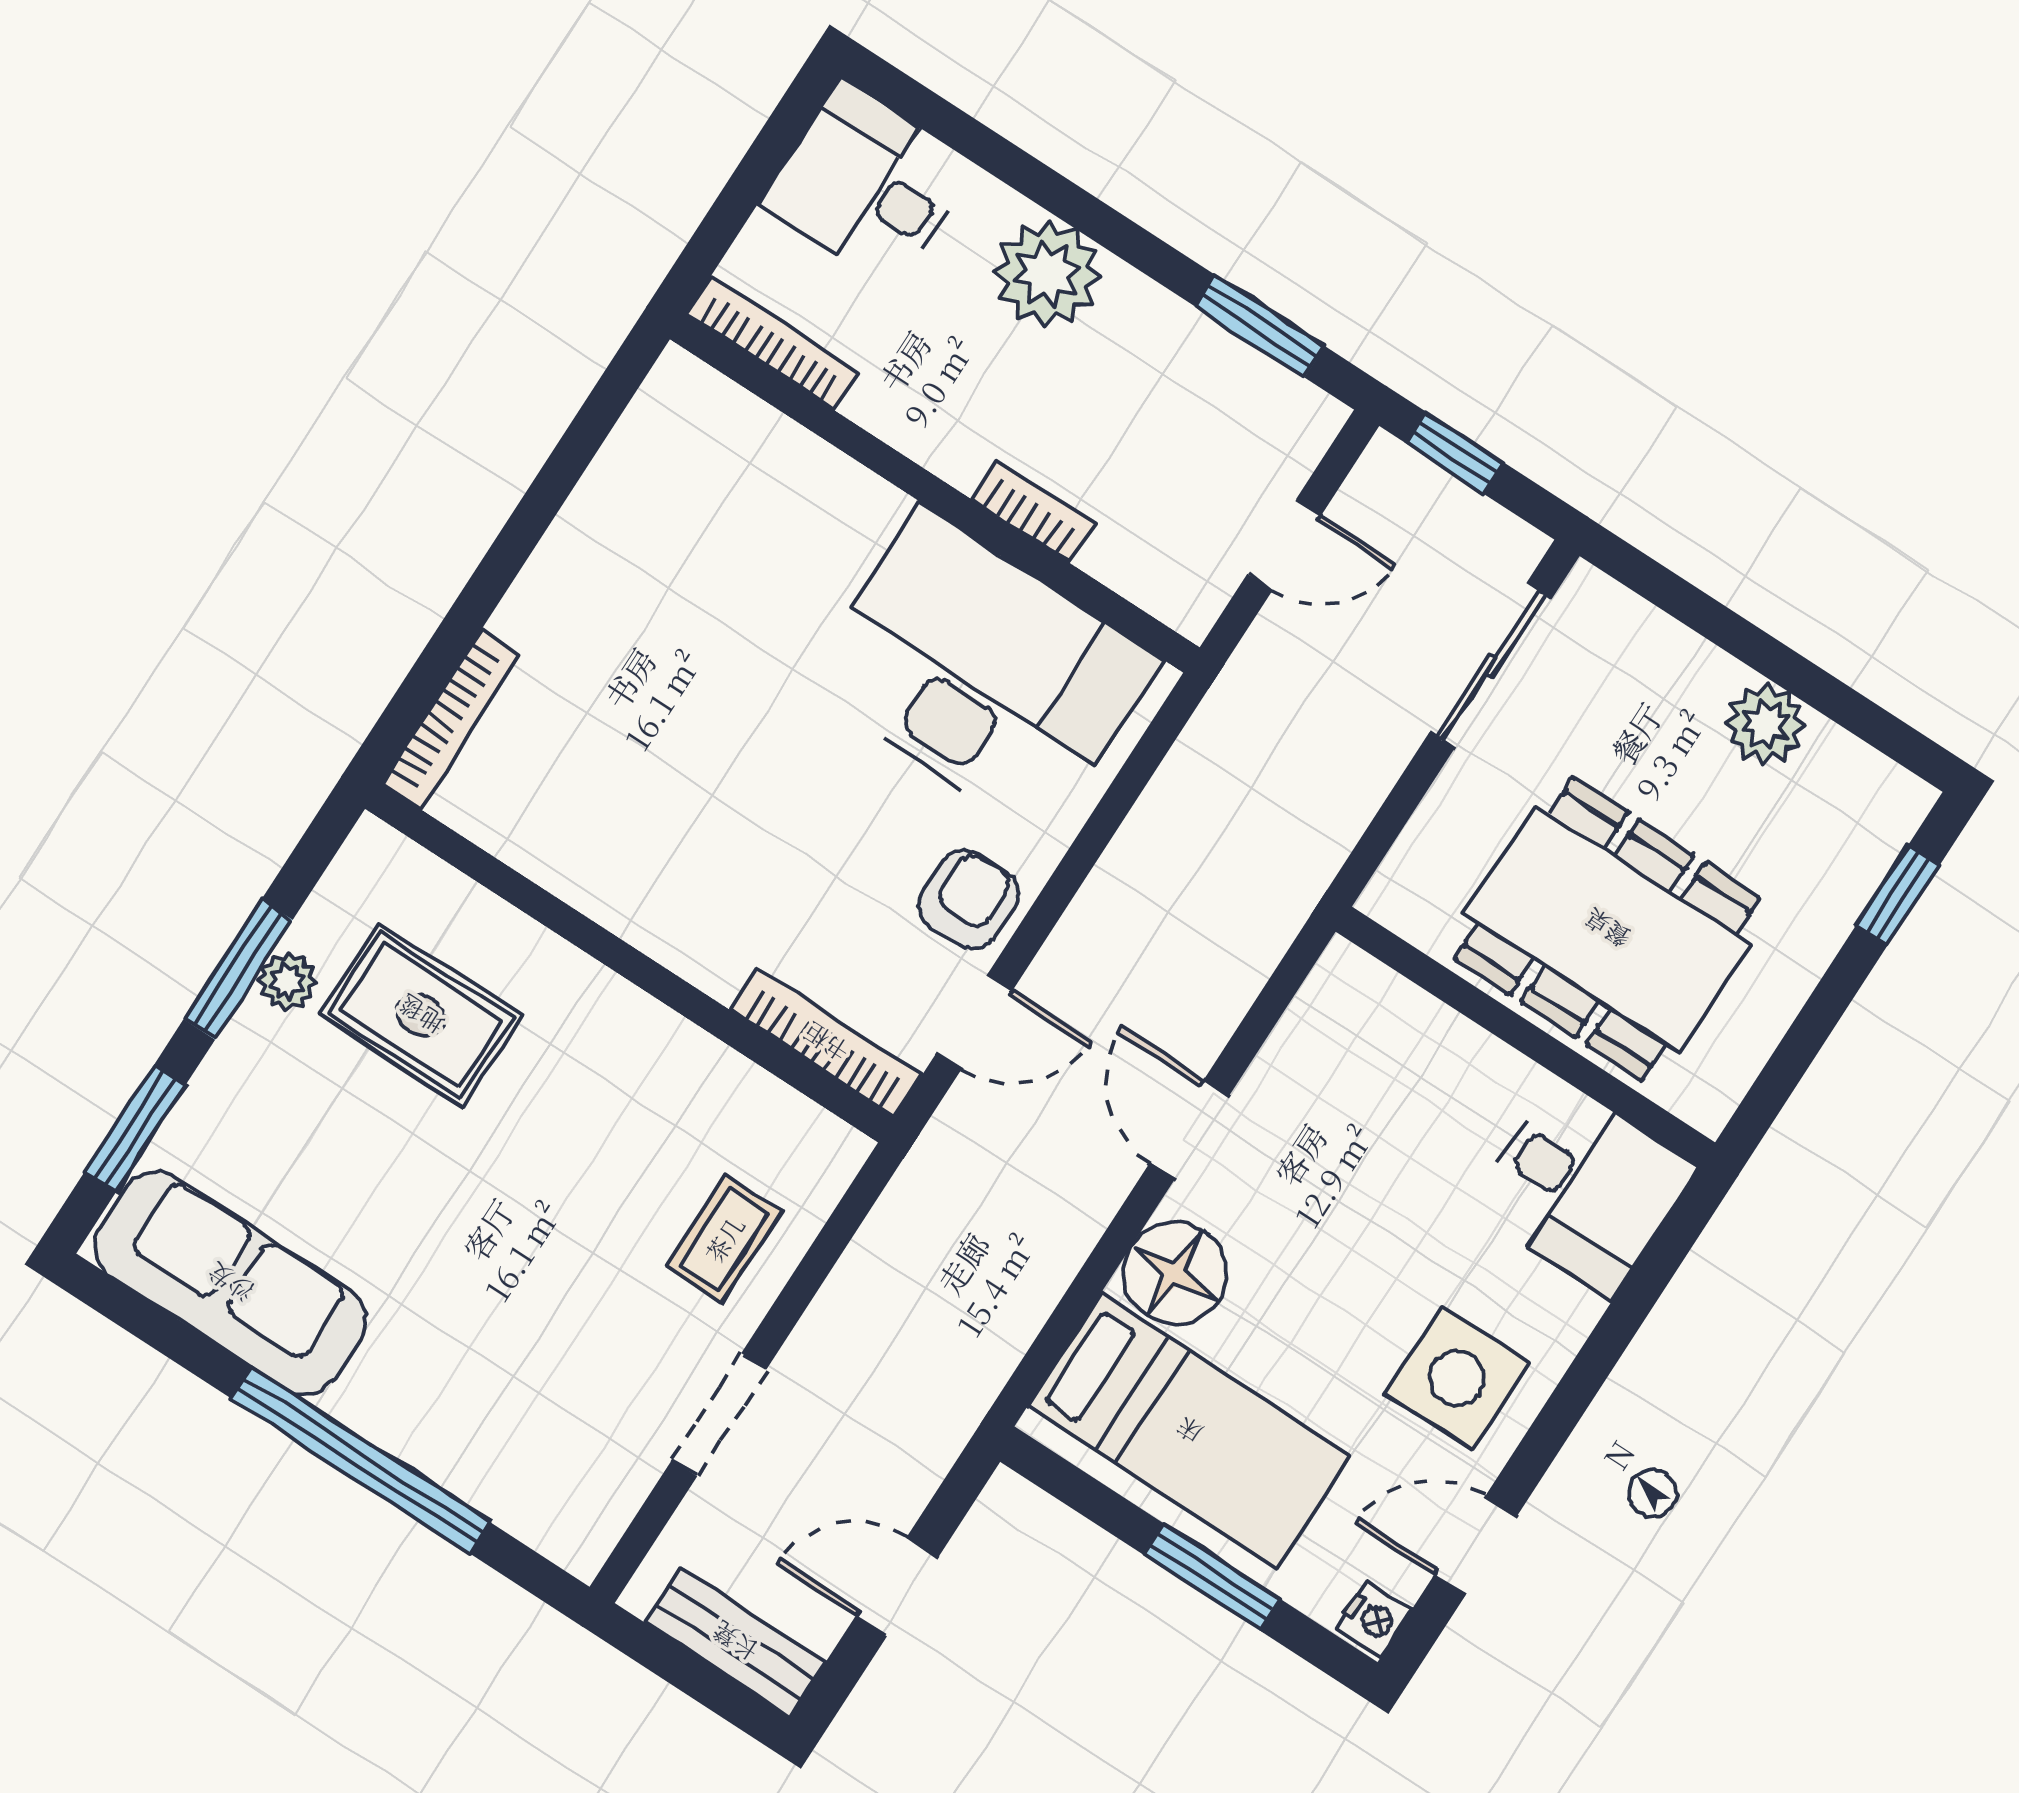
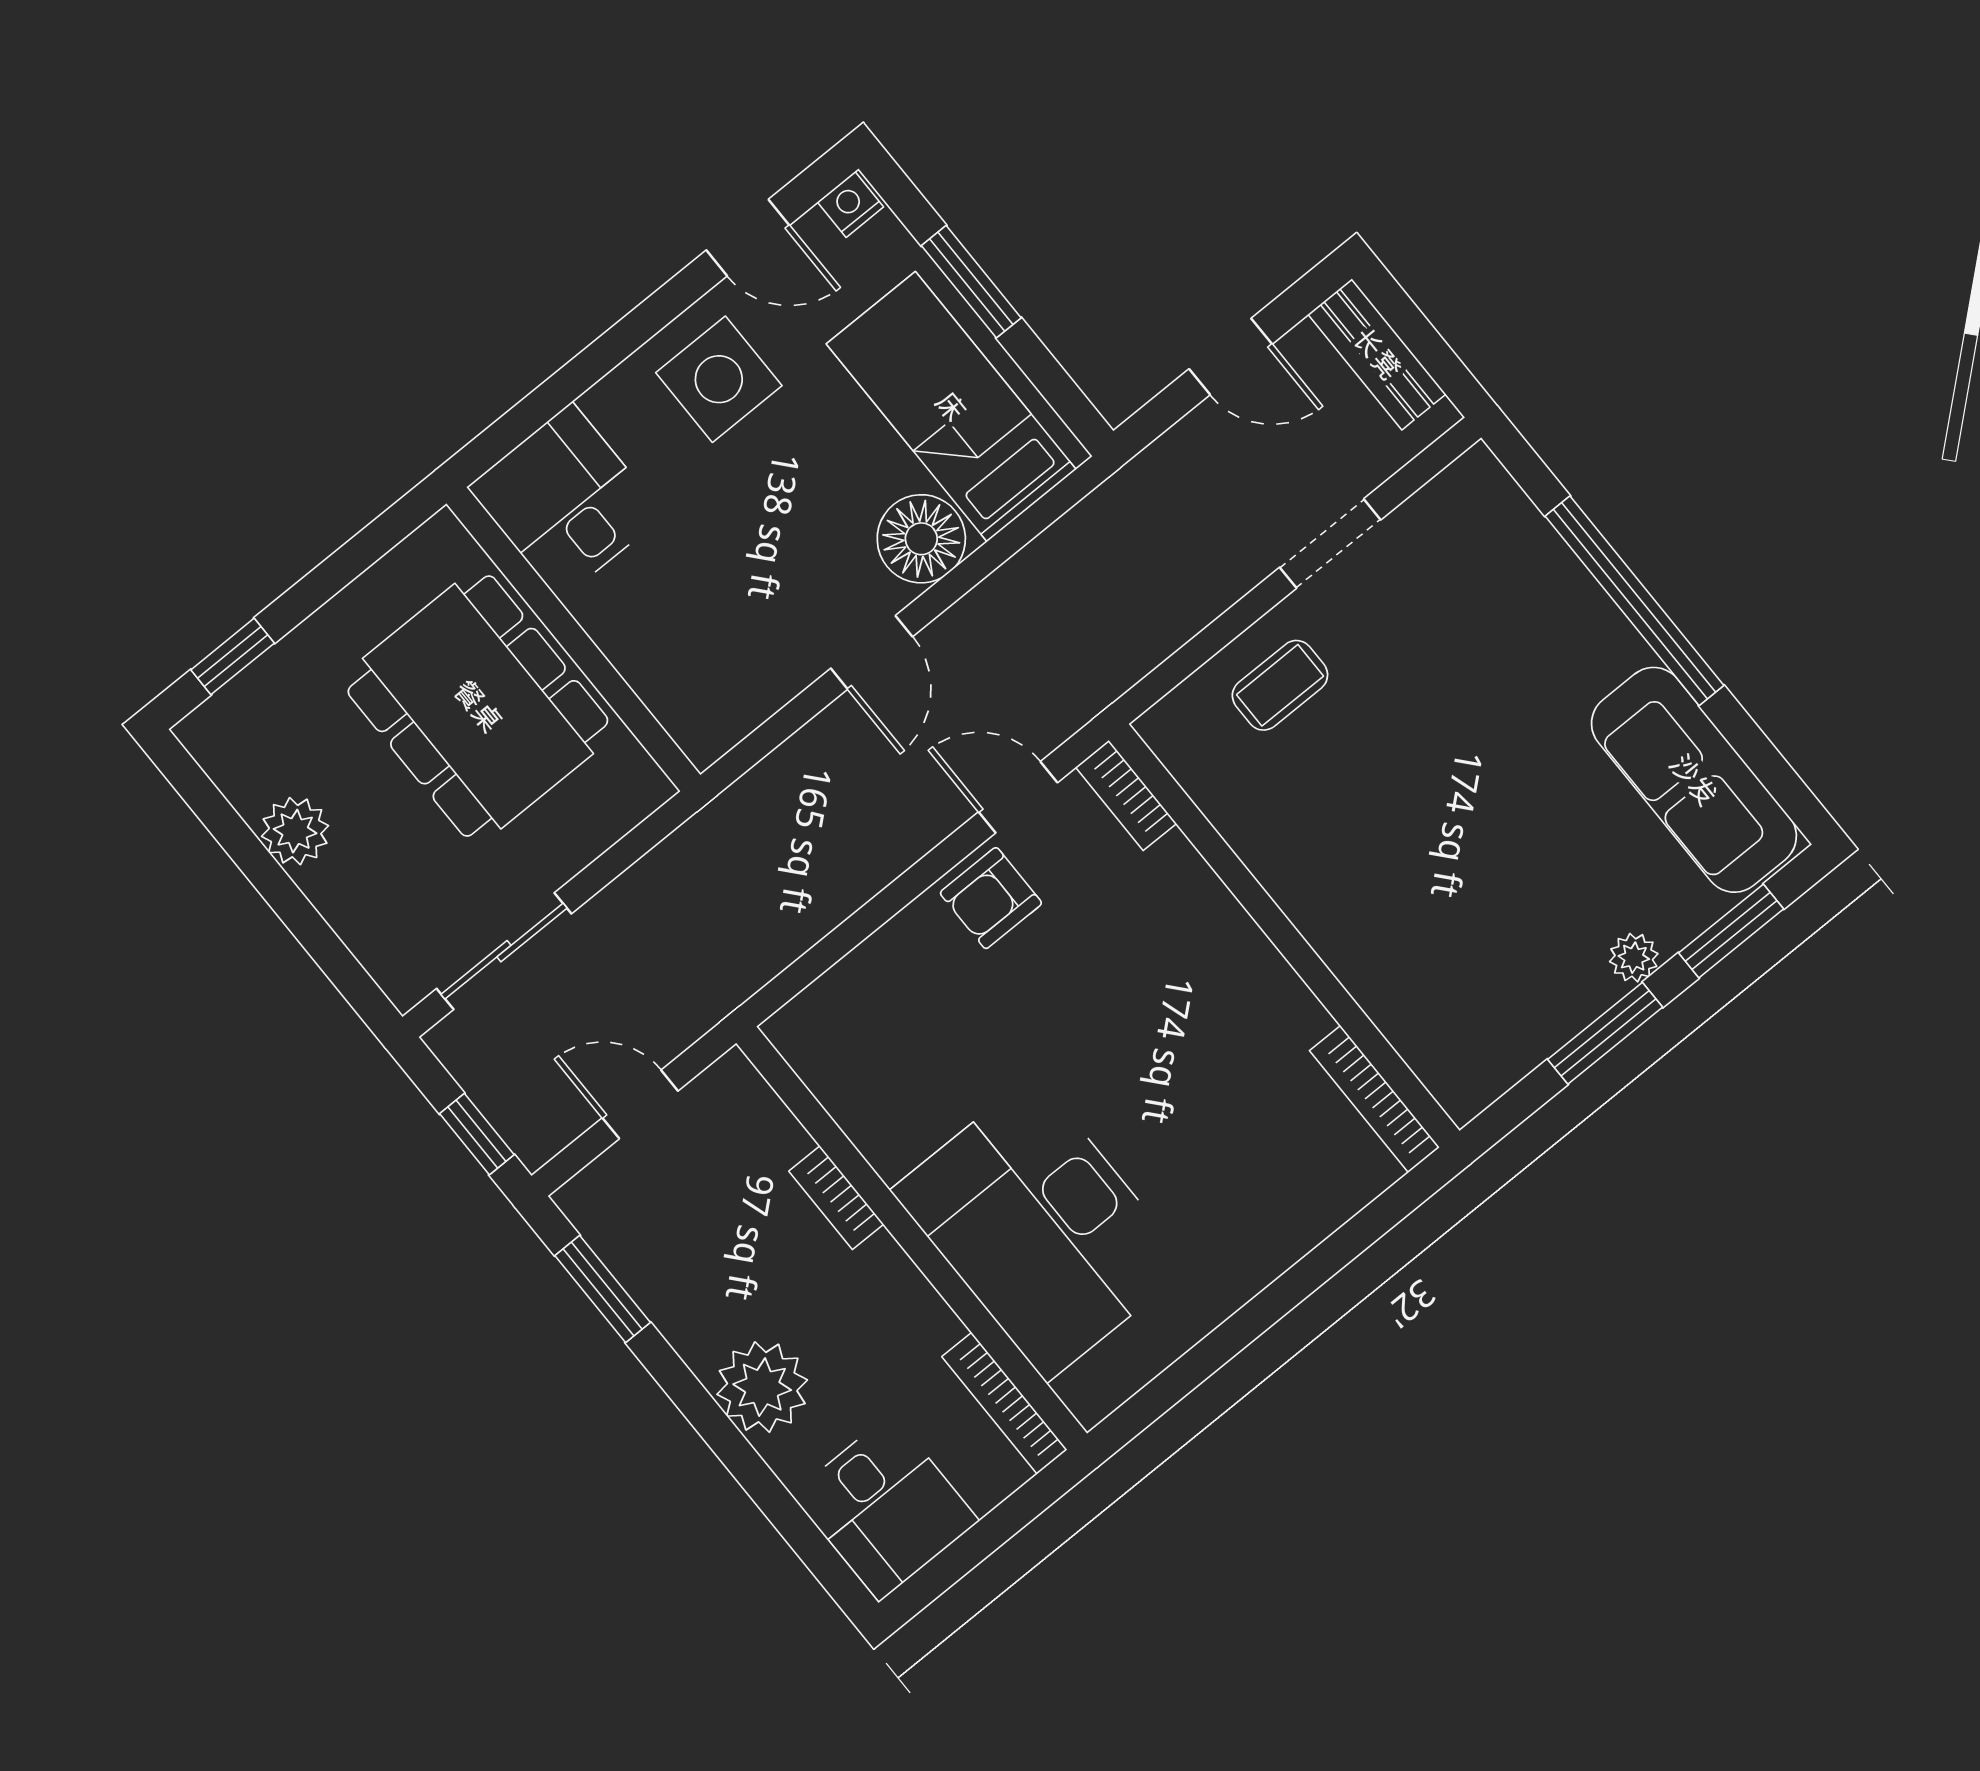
desk: (982, 672) -> (1041, 1228), moved
bookcase: (451, 720) -> (1374, 1099), moved, turned -90
plant: (287, 981) -> (1634, 958), moved
rug: (421, 1015) -> (1468, 948), removed
bookcase: (826, 1043) -> (1126, 795), width x0.64

